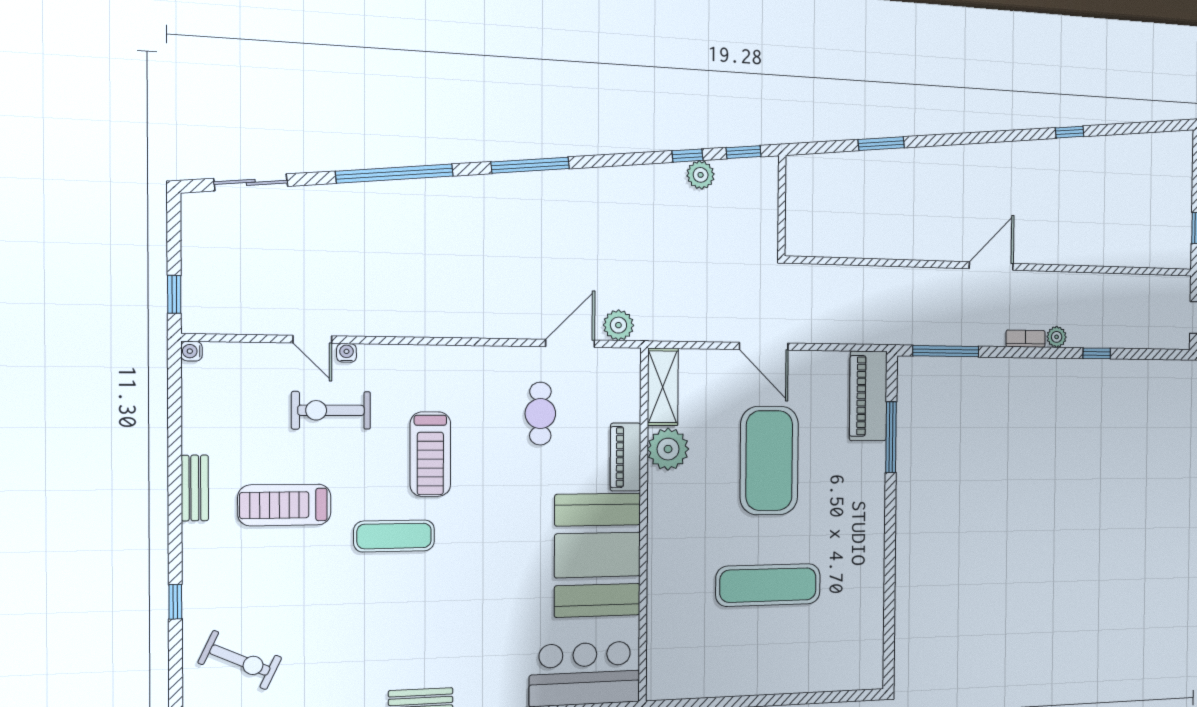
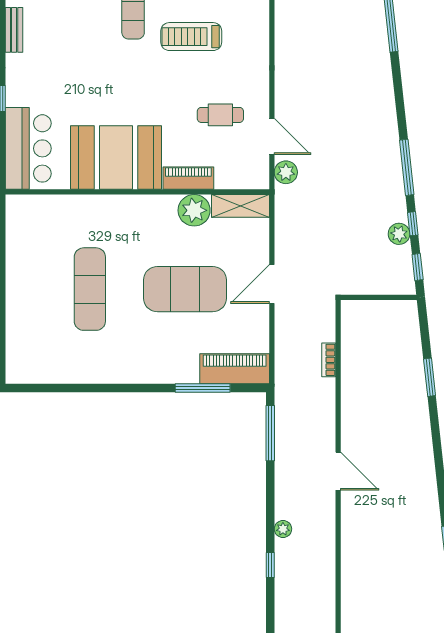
window: (530, 165) -> (407, 167), moved
bookcase: (1026, 339) -> (329, 360), moved, turned 180

